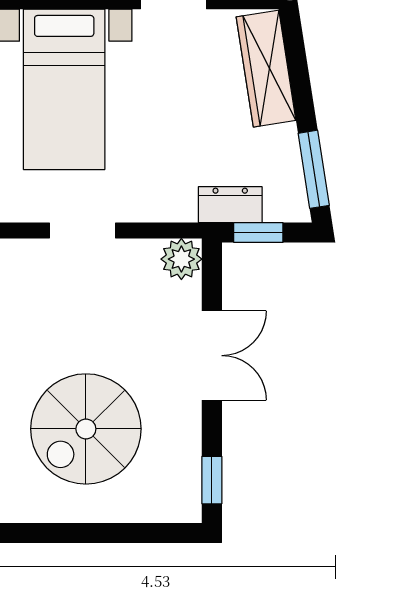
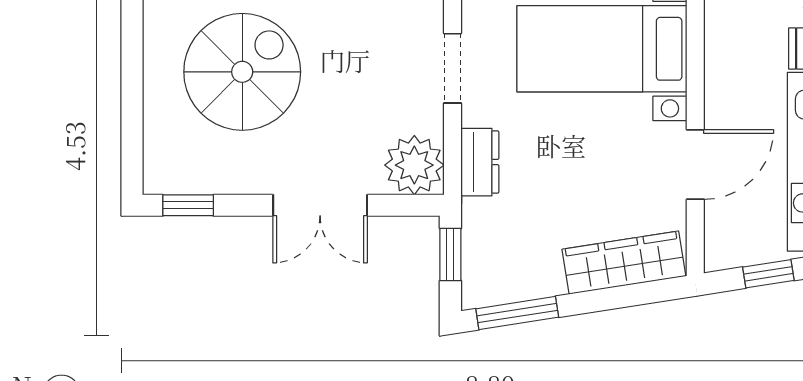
dresser: (230, 205) -> (480, 162), moved
plant: (181, 259) -> (414, 165), width x1.36, depth x1.36
spiral stairs: (86, 429) -> (242, 72), turned 90

